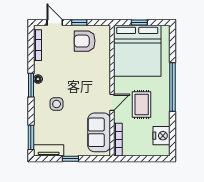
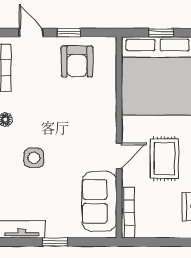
armchair: (85, 41) -> (77, 61), turned -90

